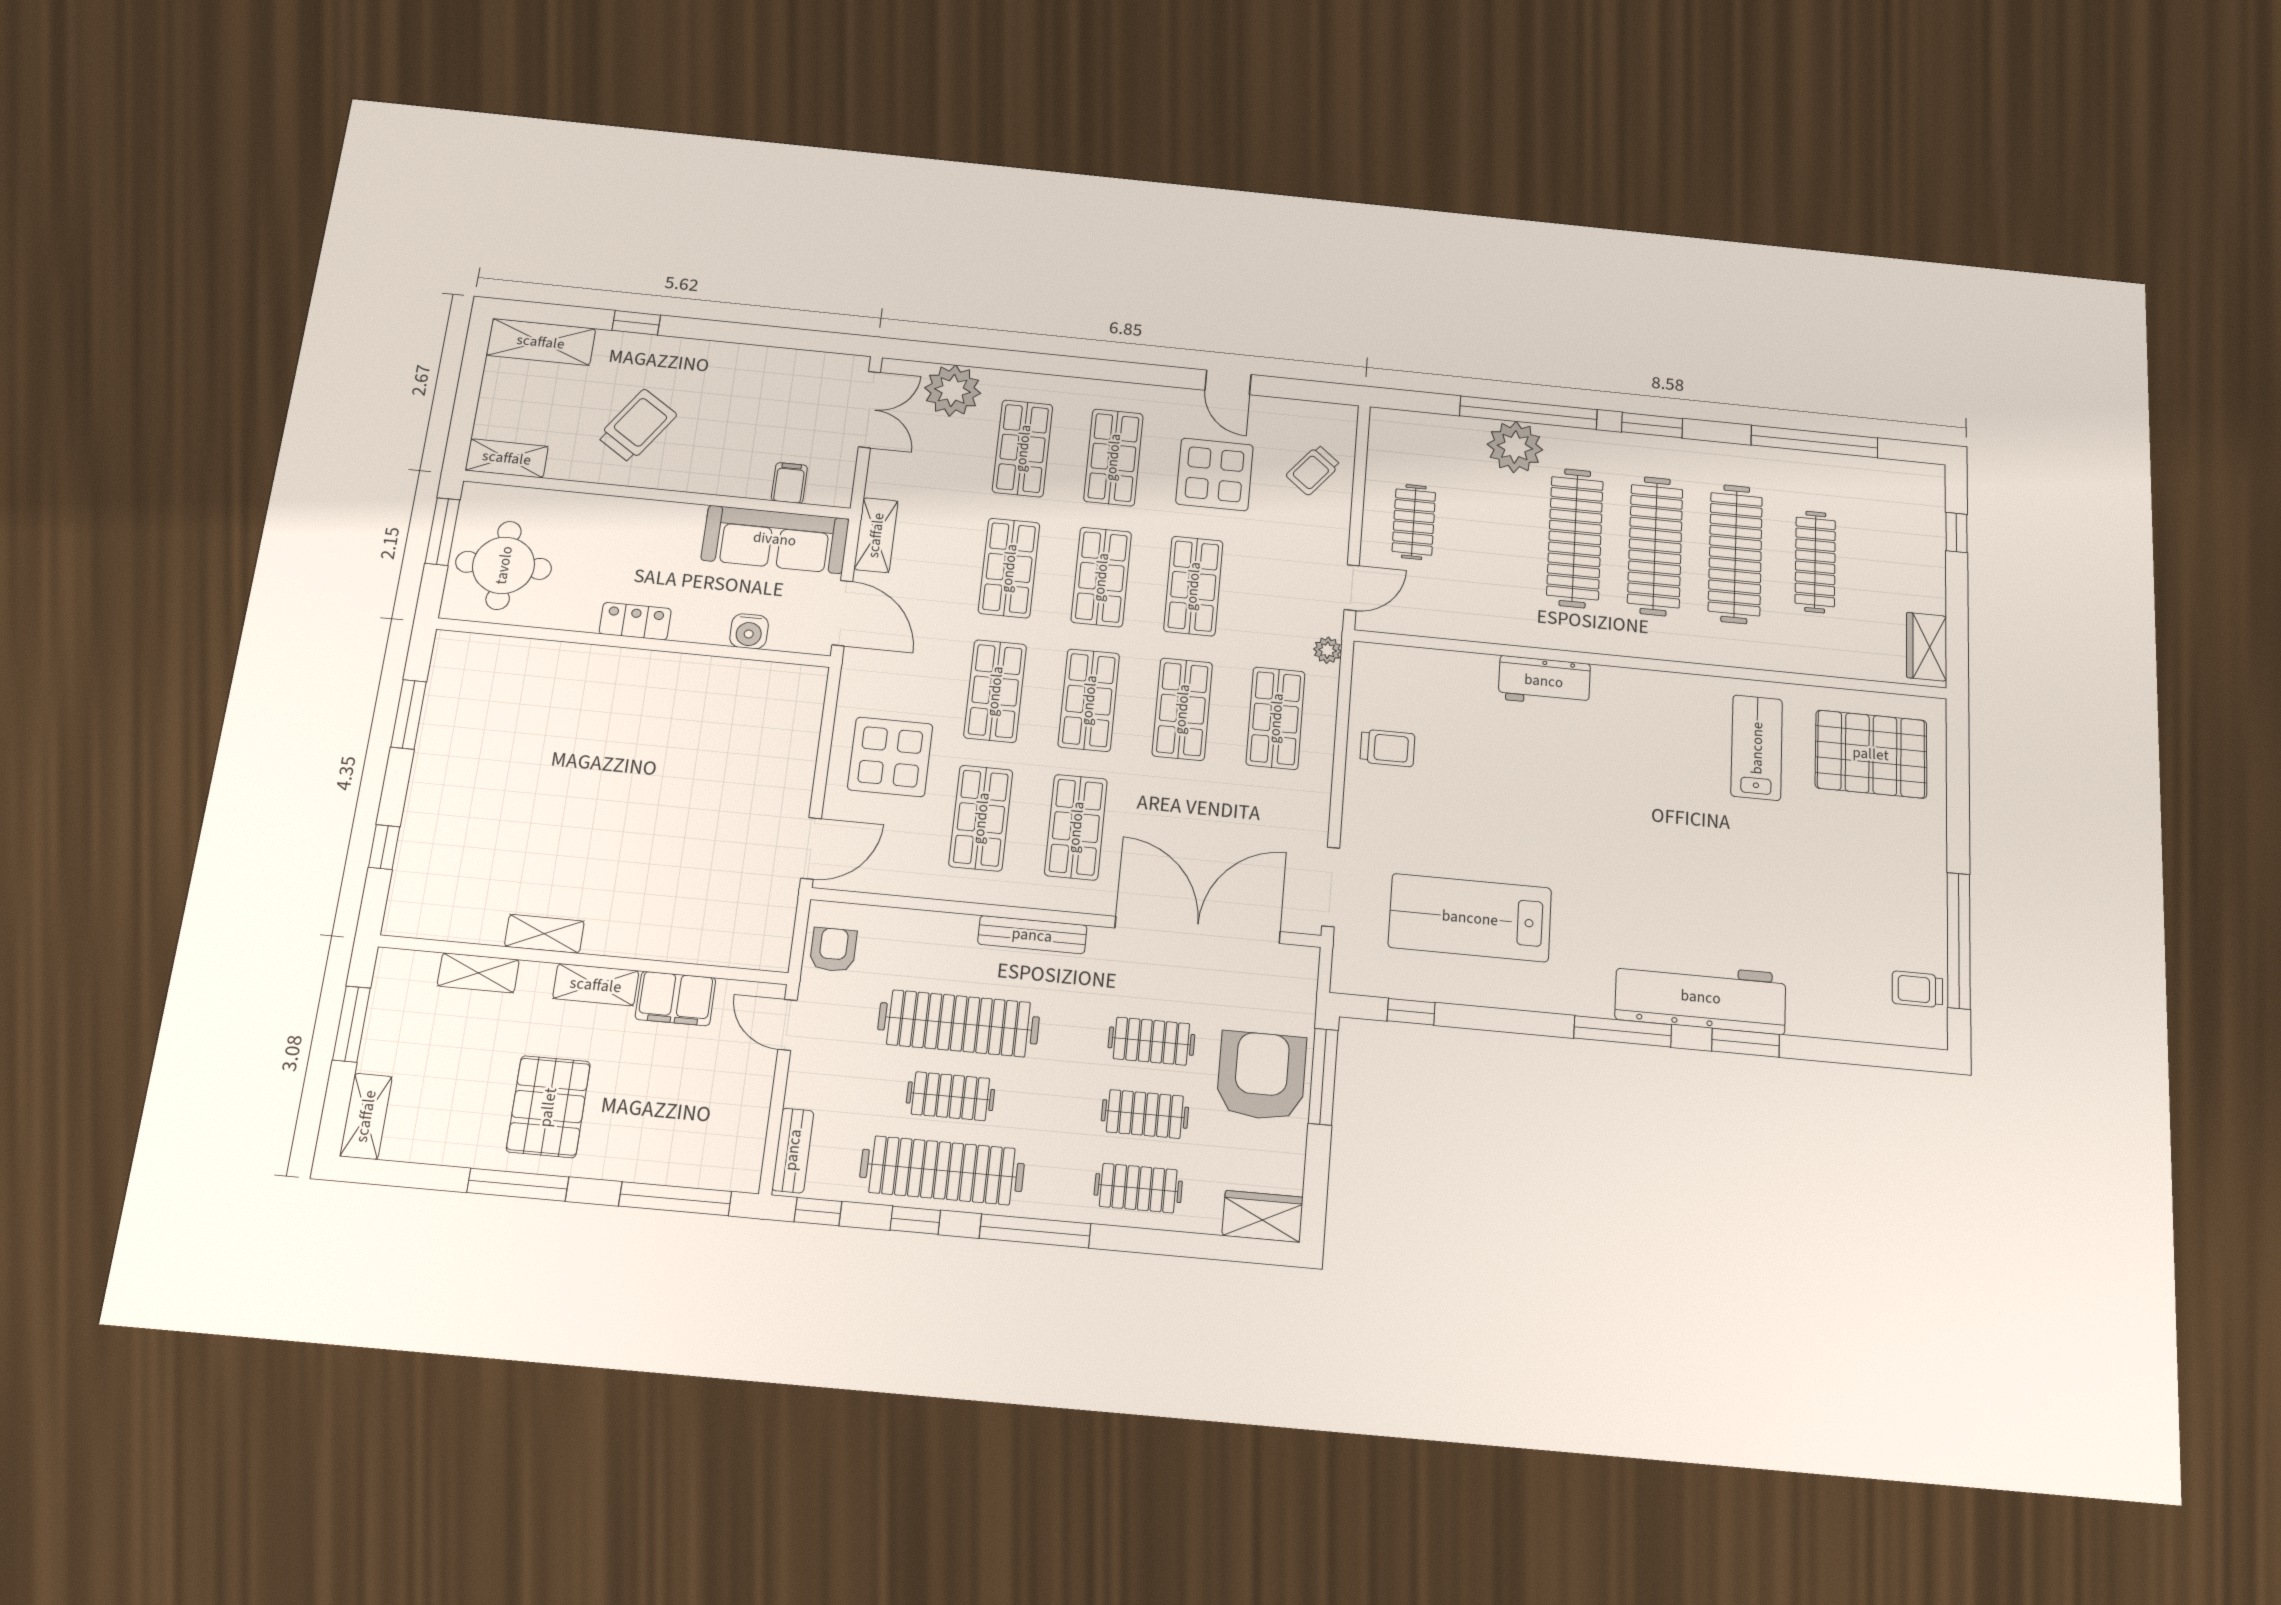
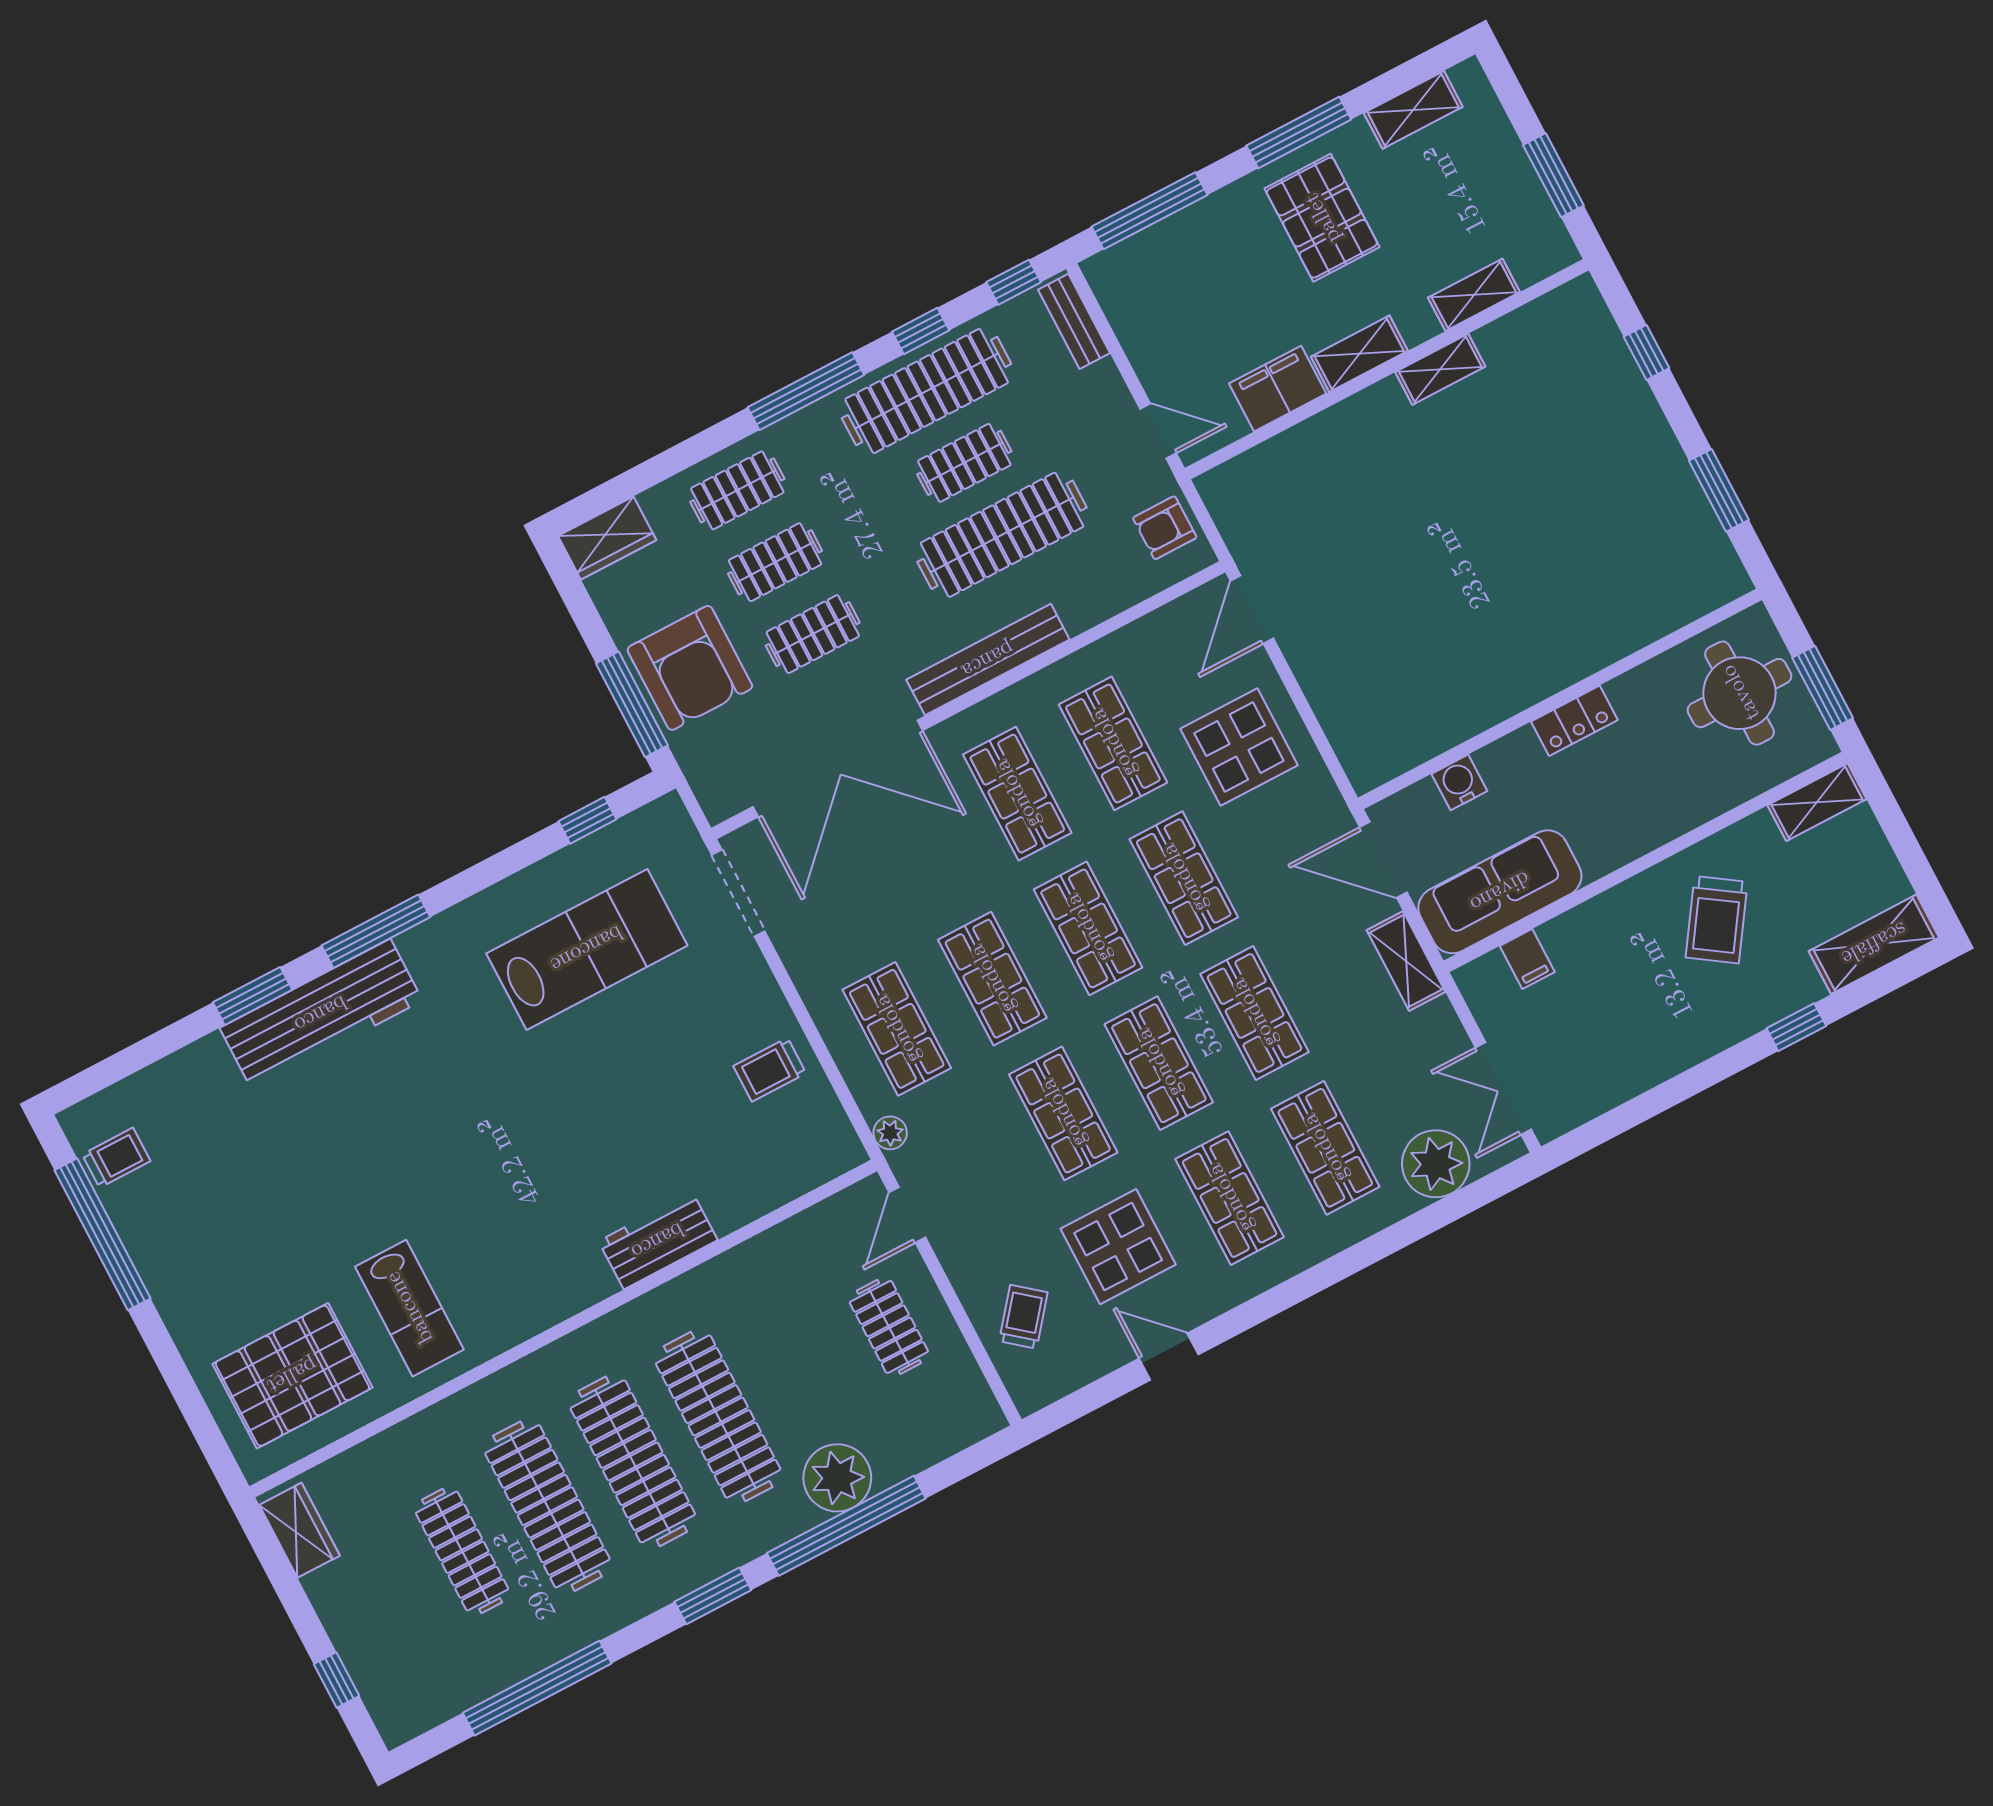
bench: (1032, 935) -> (988, 660), width x1.37, depth x1.21
armchair: (833, 950) -> (1165, 528), turned 90
shelving: (366, 1116) -> (1413, 110), moved, turned 90

